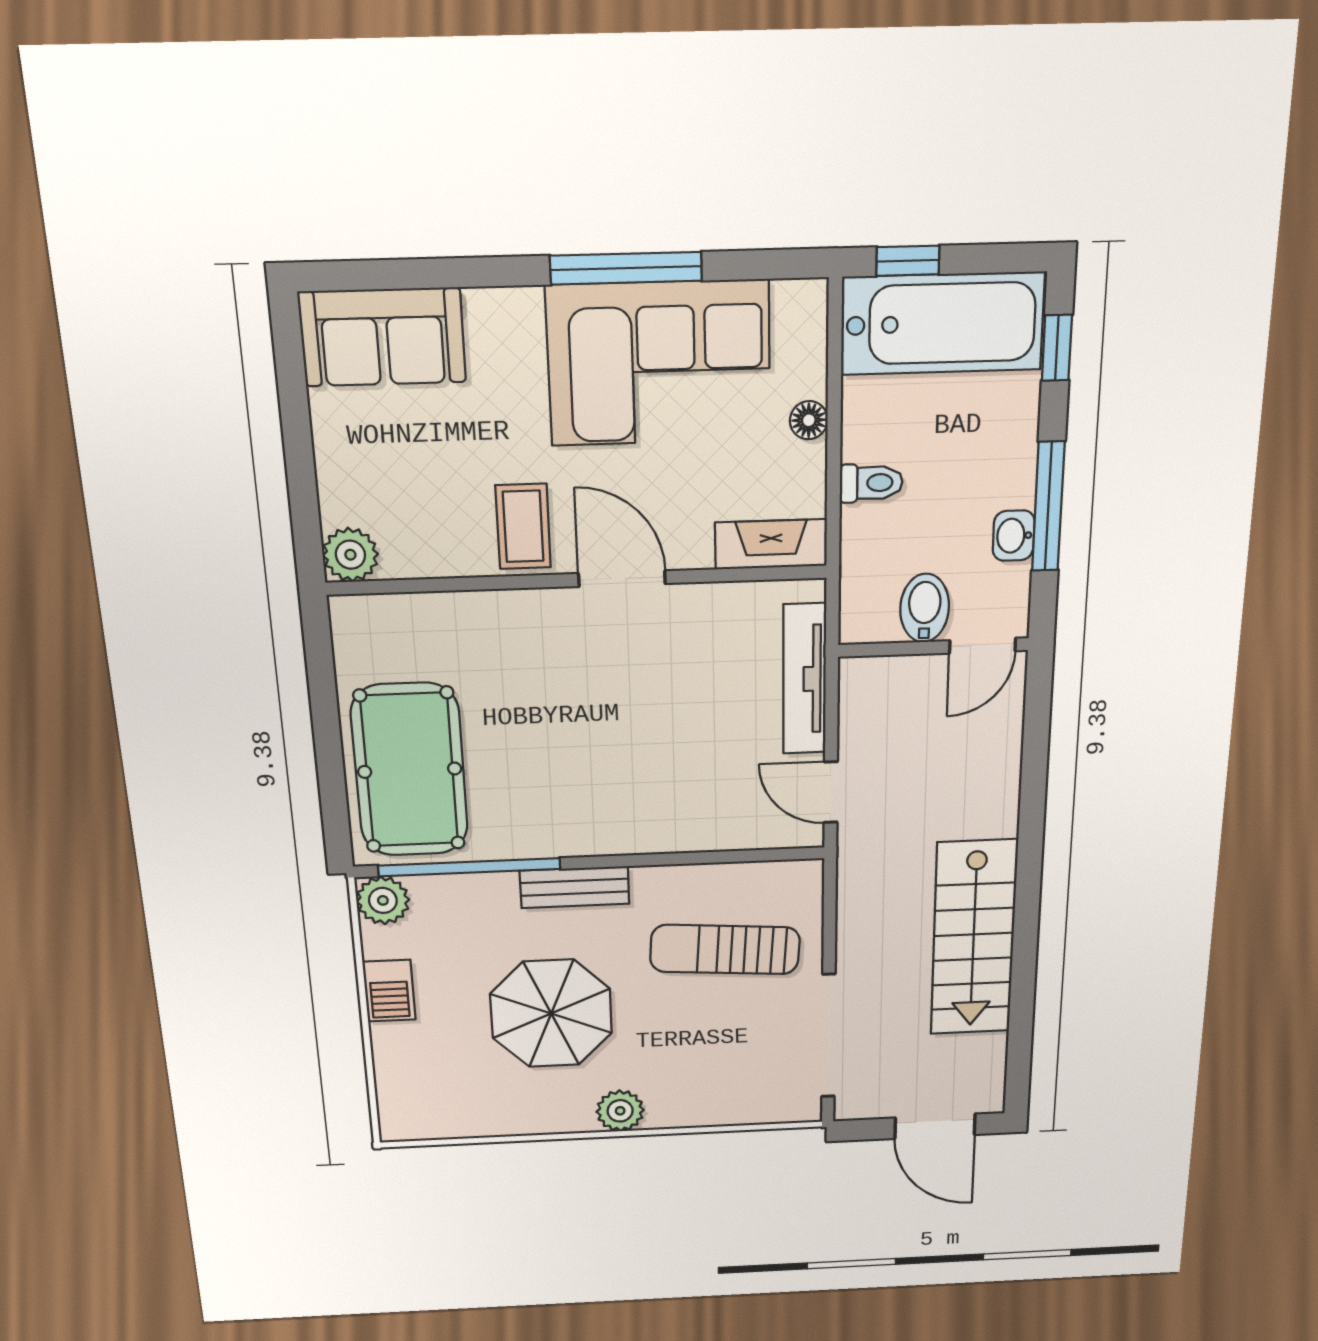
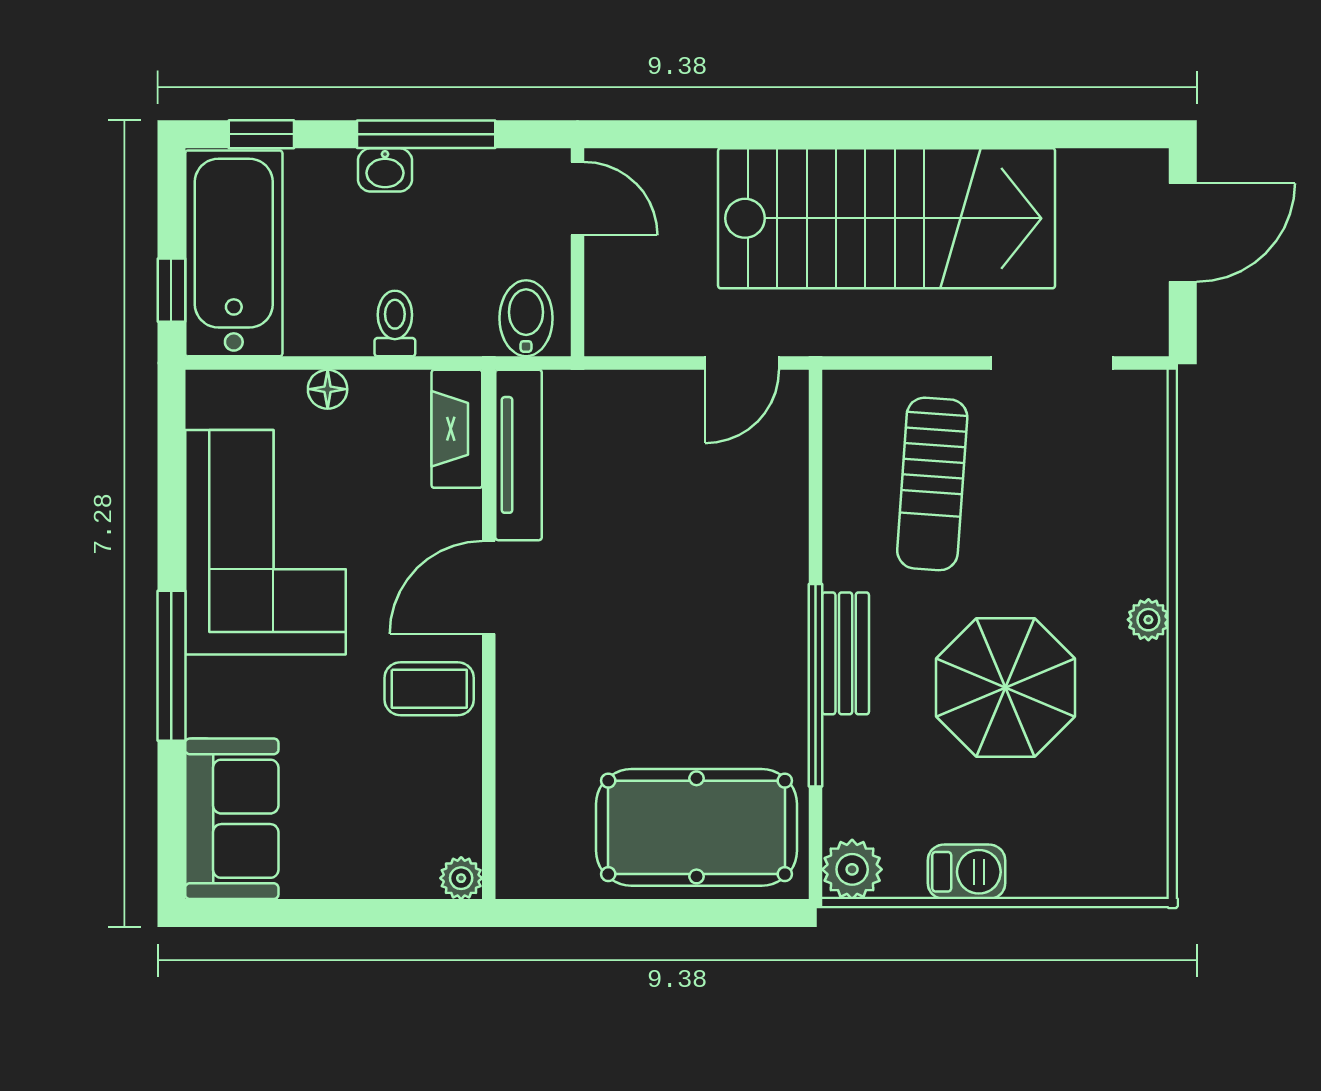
window: (626, 268) -> (171, 666), moved
washbasin: (1014, 536) -> (385, 170), moved
plant: (350, 555) -> (461, 878), width x0.73, depth x0.73
bidet: (925, 608) -> (526, 318), moved, turned 90
tv unit: (805, 679) -> (519, 455), moved, turned -90
window: (469, 867) -> (816, 685), moved
stairs: (974, 938) -> (887, 218), width x1.36, depth x1.51
doorway: (828, 1036) -> (1052, 363), width x0.73
plant: (620, 1111) -> (1148, 620), width x0.73, depth x0.73

